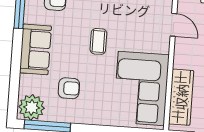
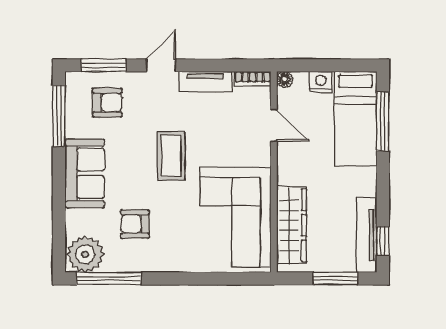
coffee table: (98, 41) -> (171, 156), width x1.36, depth x1.30
armchair: (69, 88) -> (135, 224), turned 180

